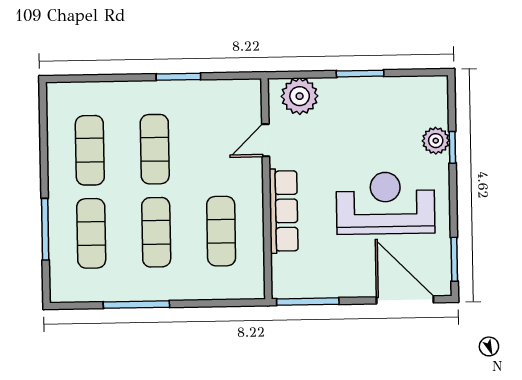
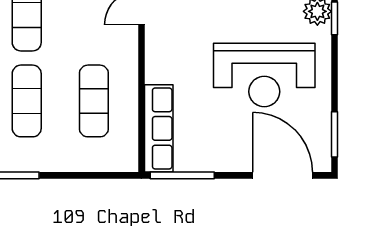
reception desk: (385, 203) -> (264, 75), turned 180
row of seats: (284, 211) -> (159, 128), moved

